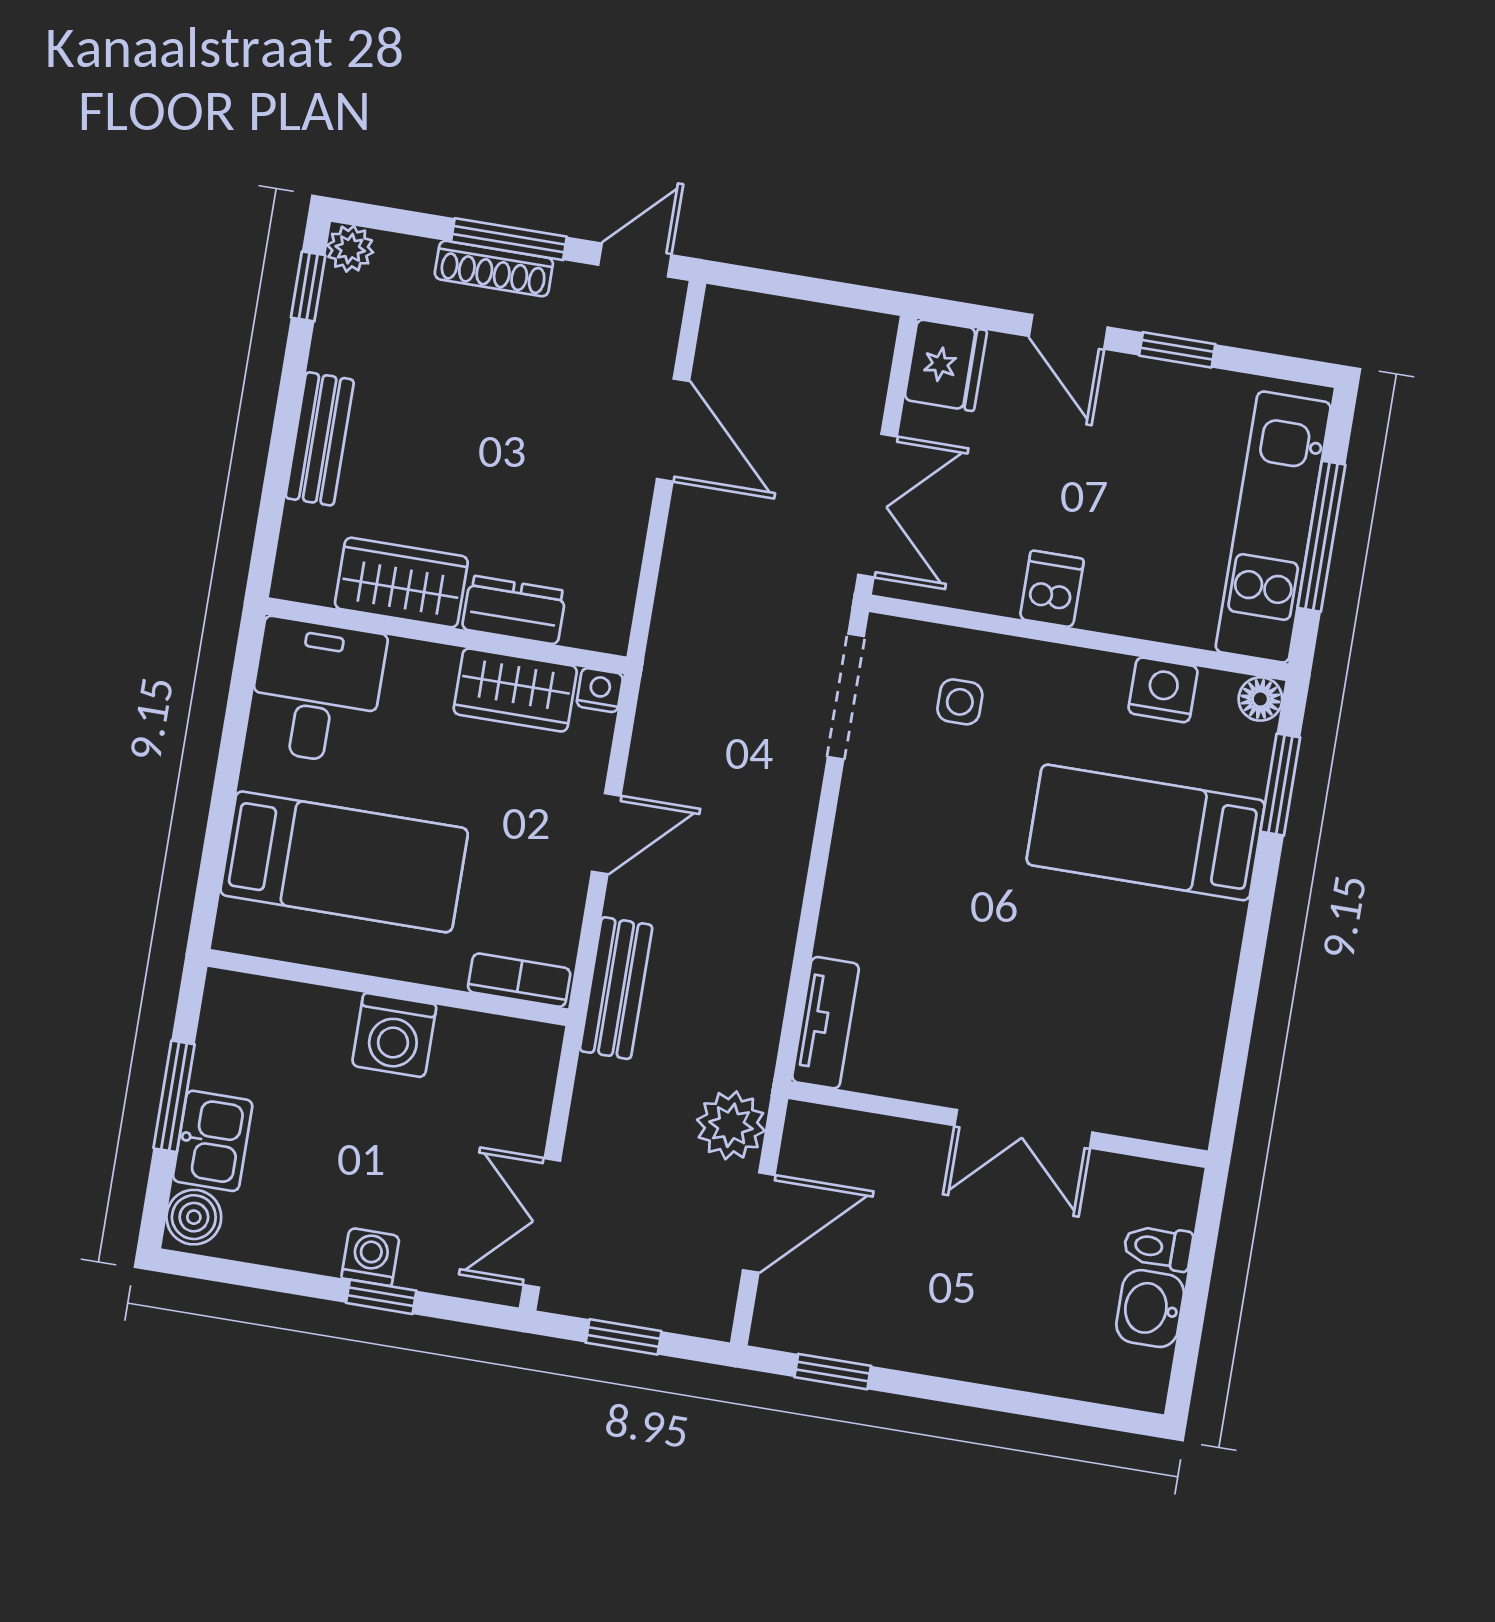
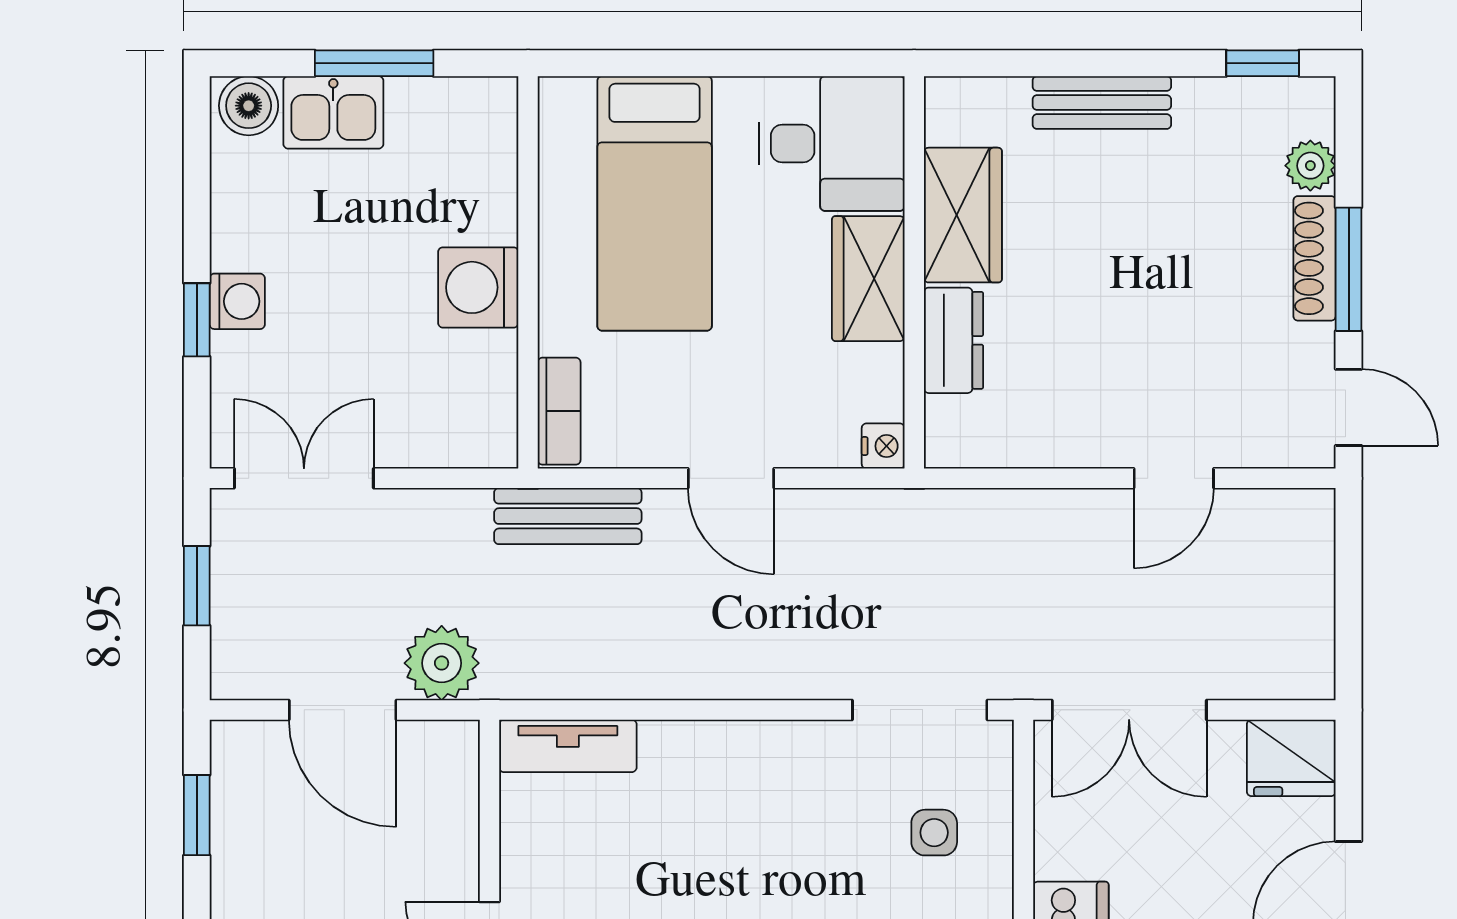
plant: (350, 249) -> (1310, 166), moved
door: (673, 430) -> (1174, 478), width x0.73
wardrobe: (515, 690) -> (868, 279), moved

